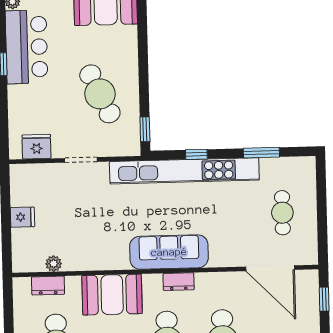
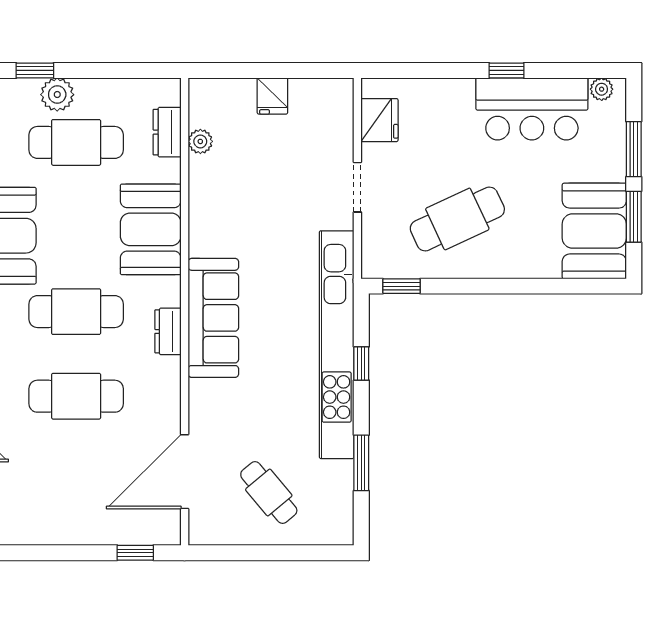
cafe table: (282, 213) -> (269, 493), turned 50

